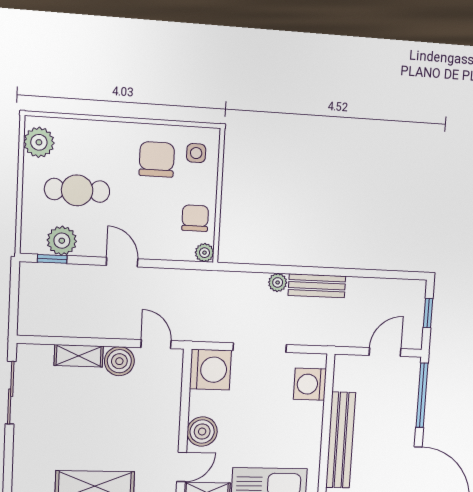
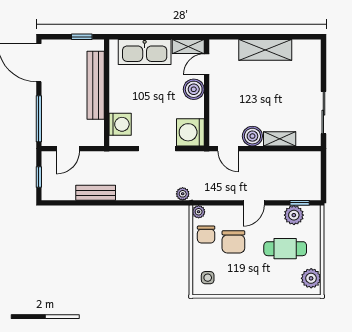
chair: (157, 159) -> (233, 242), moved
door: (122, 262) -> (254, 203), hinge flipped
plant: (278, 282) -> (183, 194), moved
bench: (317, 286) -> (96, 193), moved

